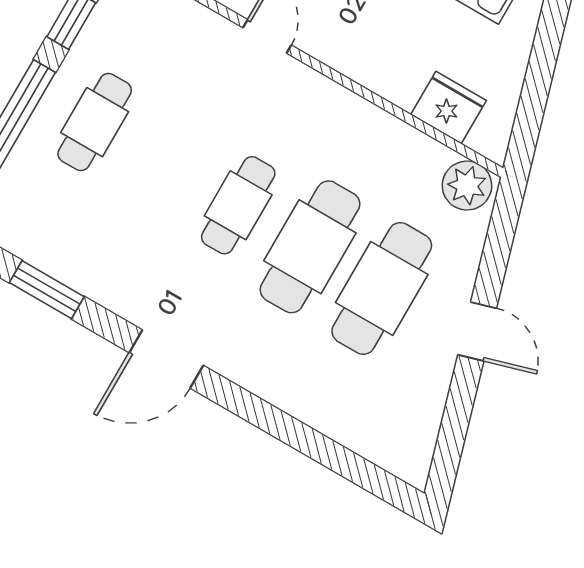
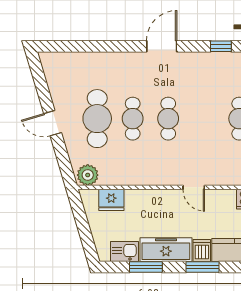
cafe table: (310, 247) -> (133, 119), width x0.73, depth x0.74
window: (47, 290) -> (221, 46), width x0.67

